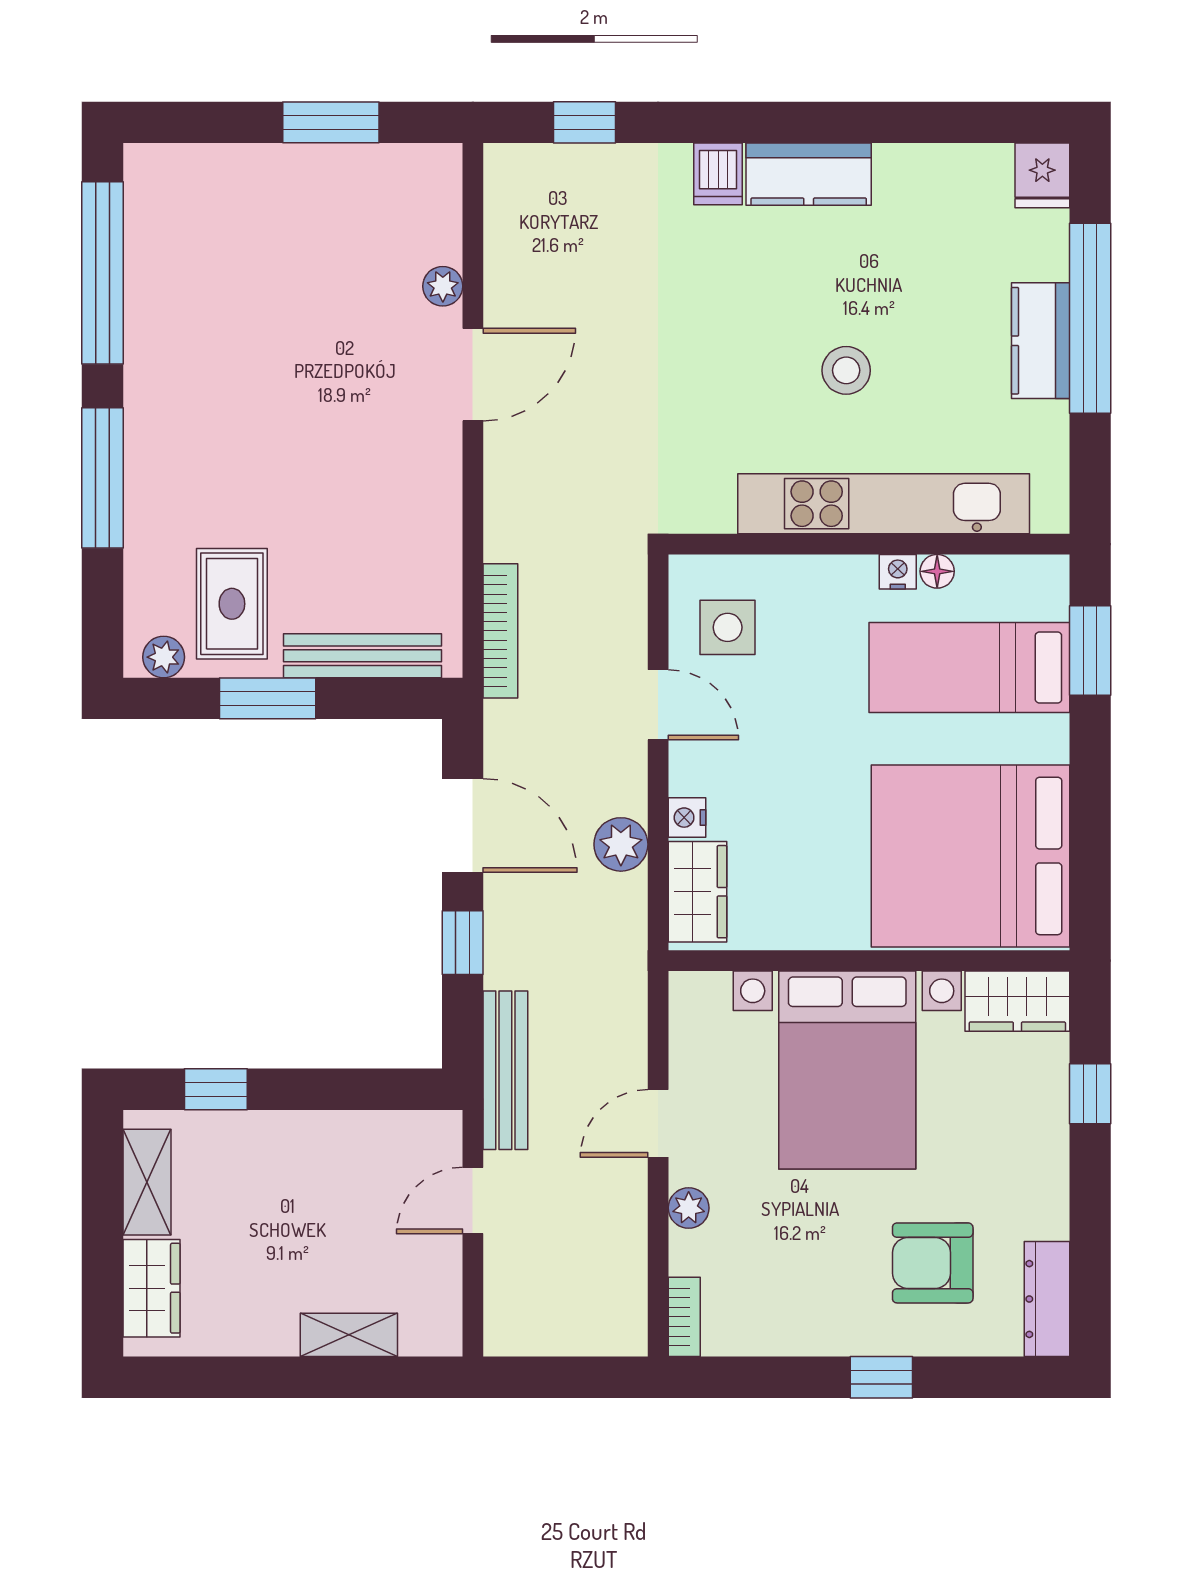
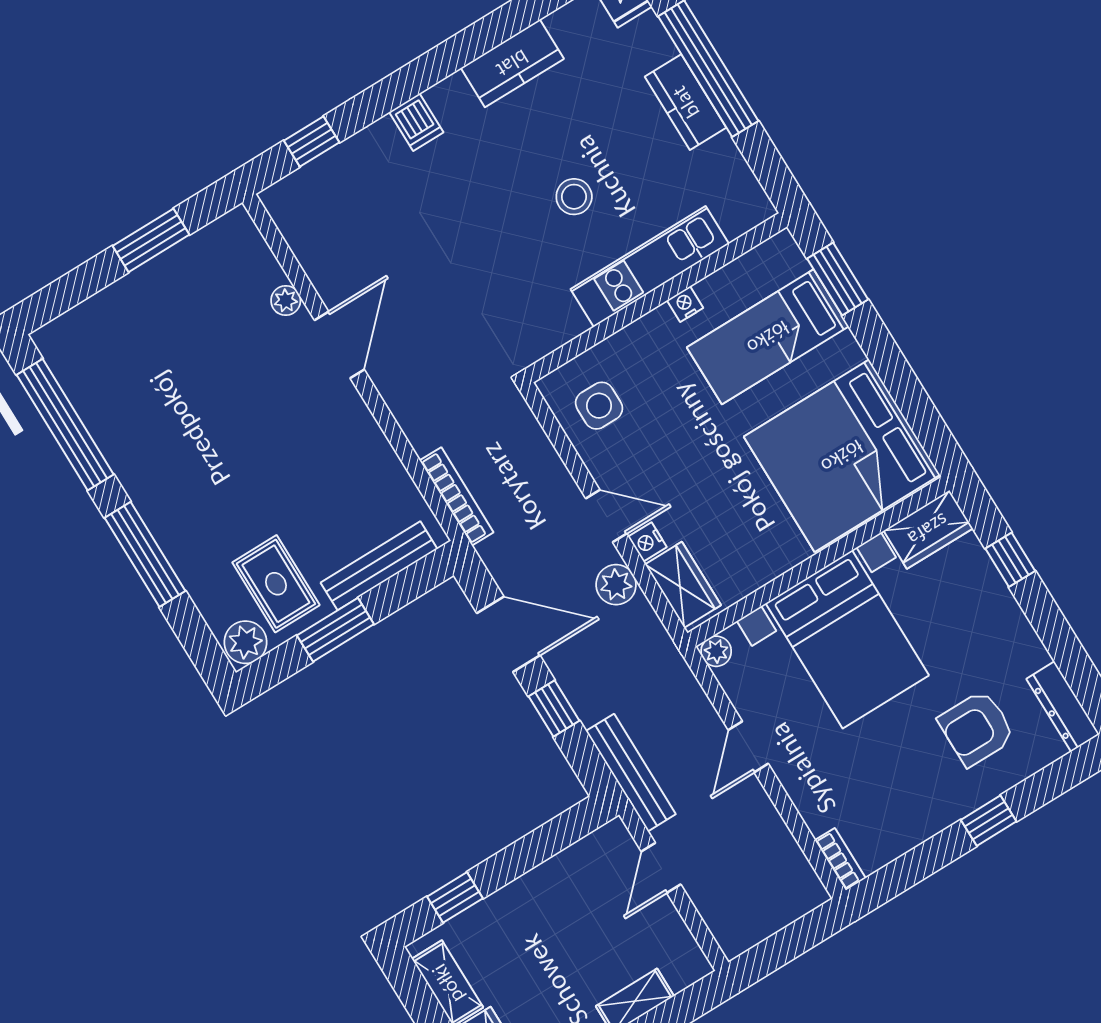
kitchen counter: (809, 174) -> (512, 63), moved
kitchen unit: (884, 504) -> (650, 266), width x0.73
floor lamp: (937, 571) -> (710, 288), removed
plant: (164, 657) -> (245, 642), width x1.38, depth x1.38
door: (658, 705) -> (606, 516), moved
plant: (689, 1208) -> (716, 651), moved

